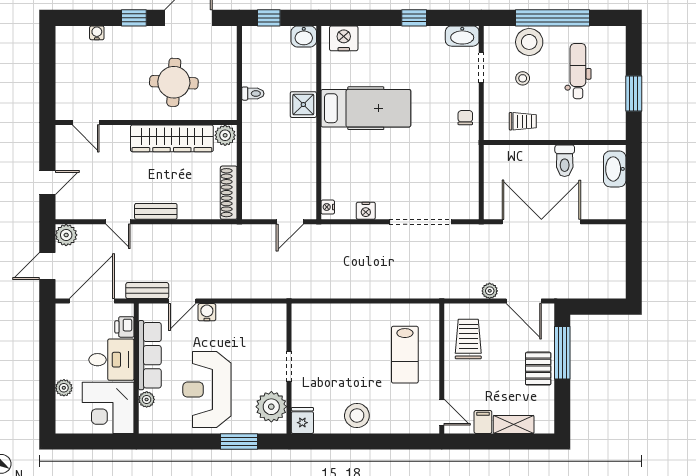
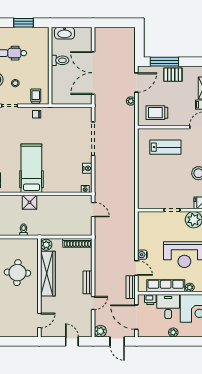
trolley: (523, 121) -> (36, 96), moved
plant: (64, 388) -> (173, 332), moved

